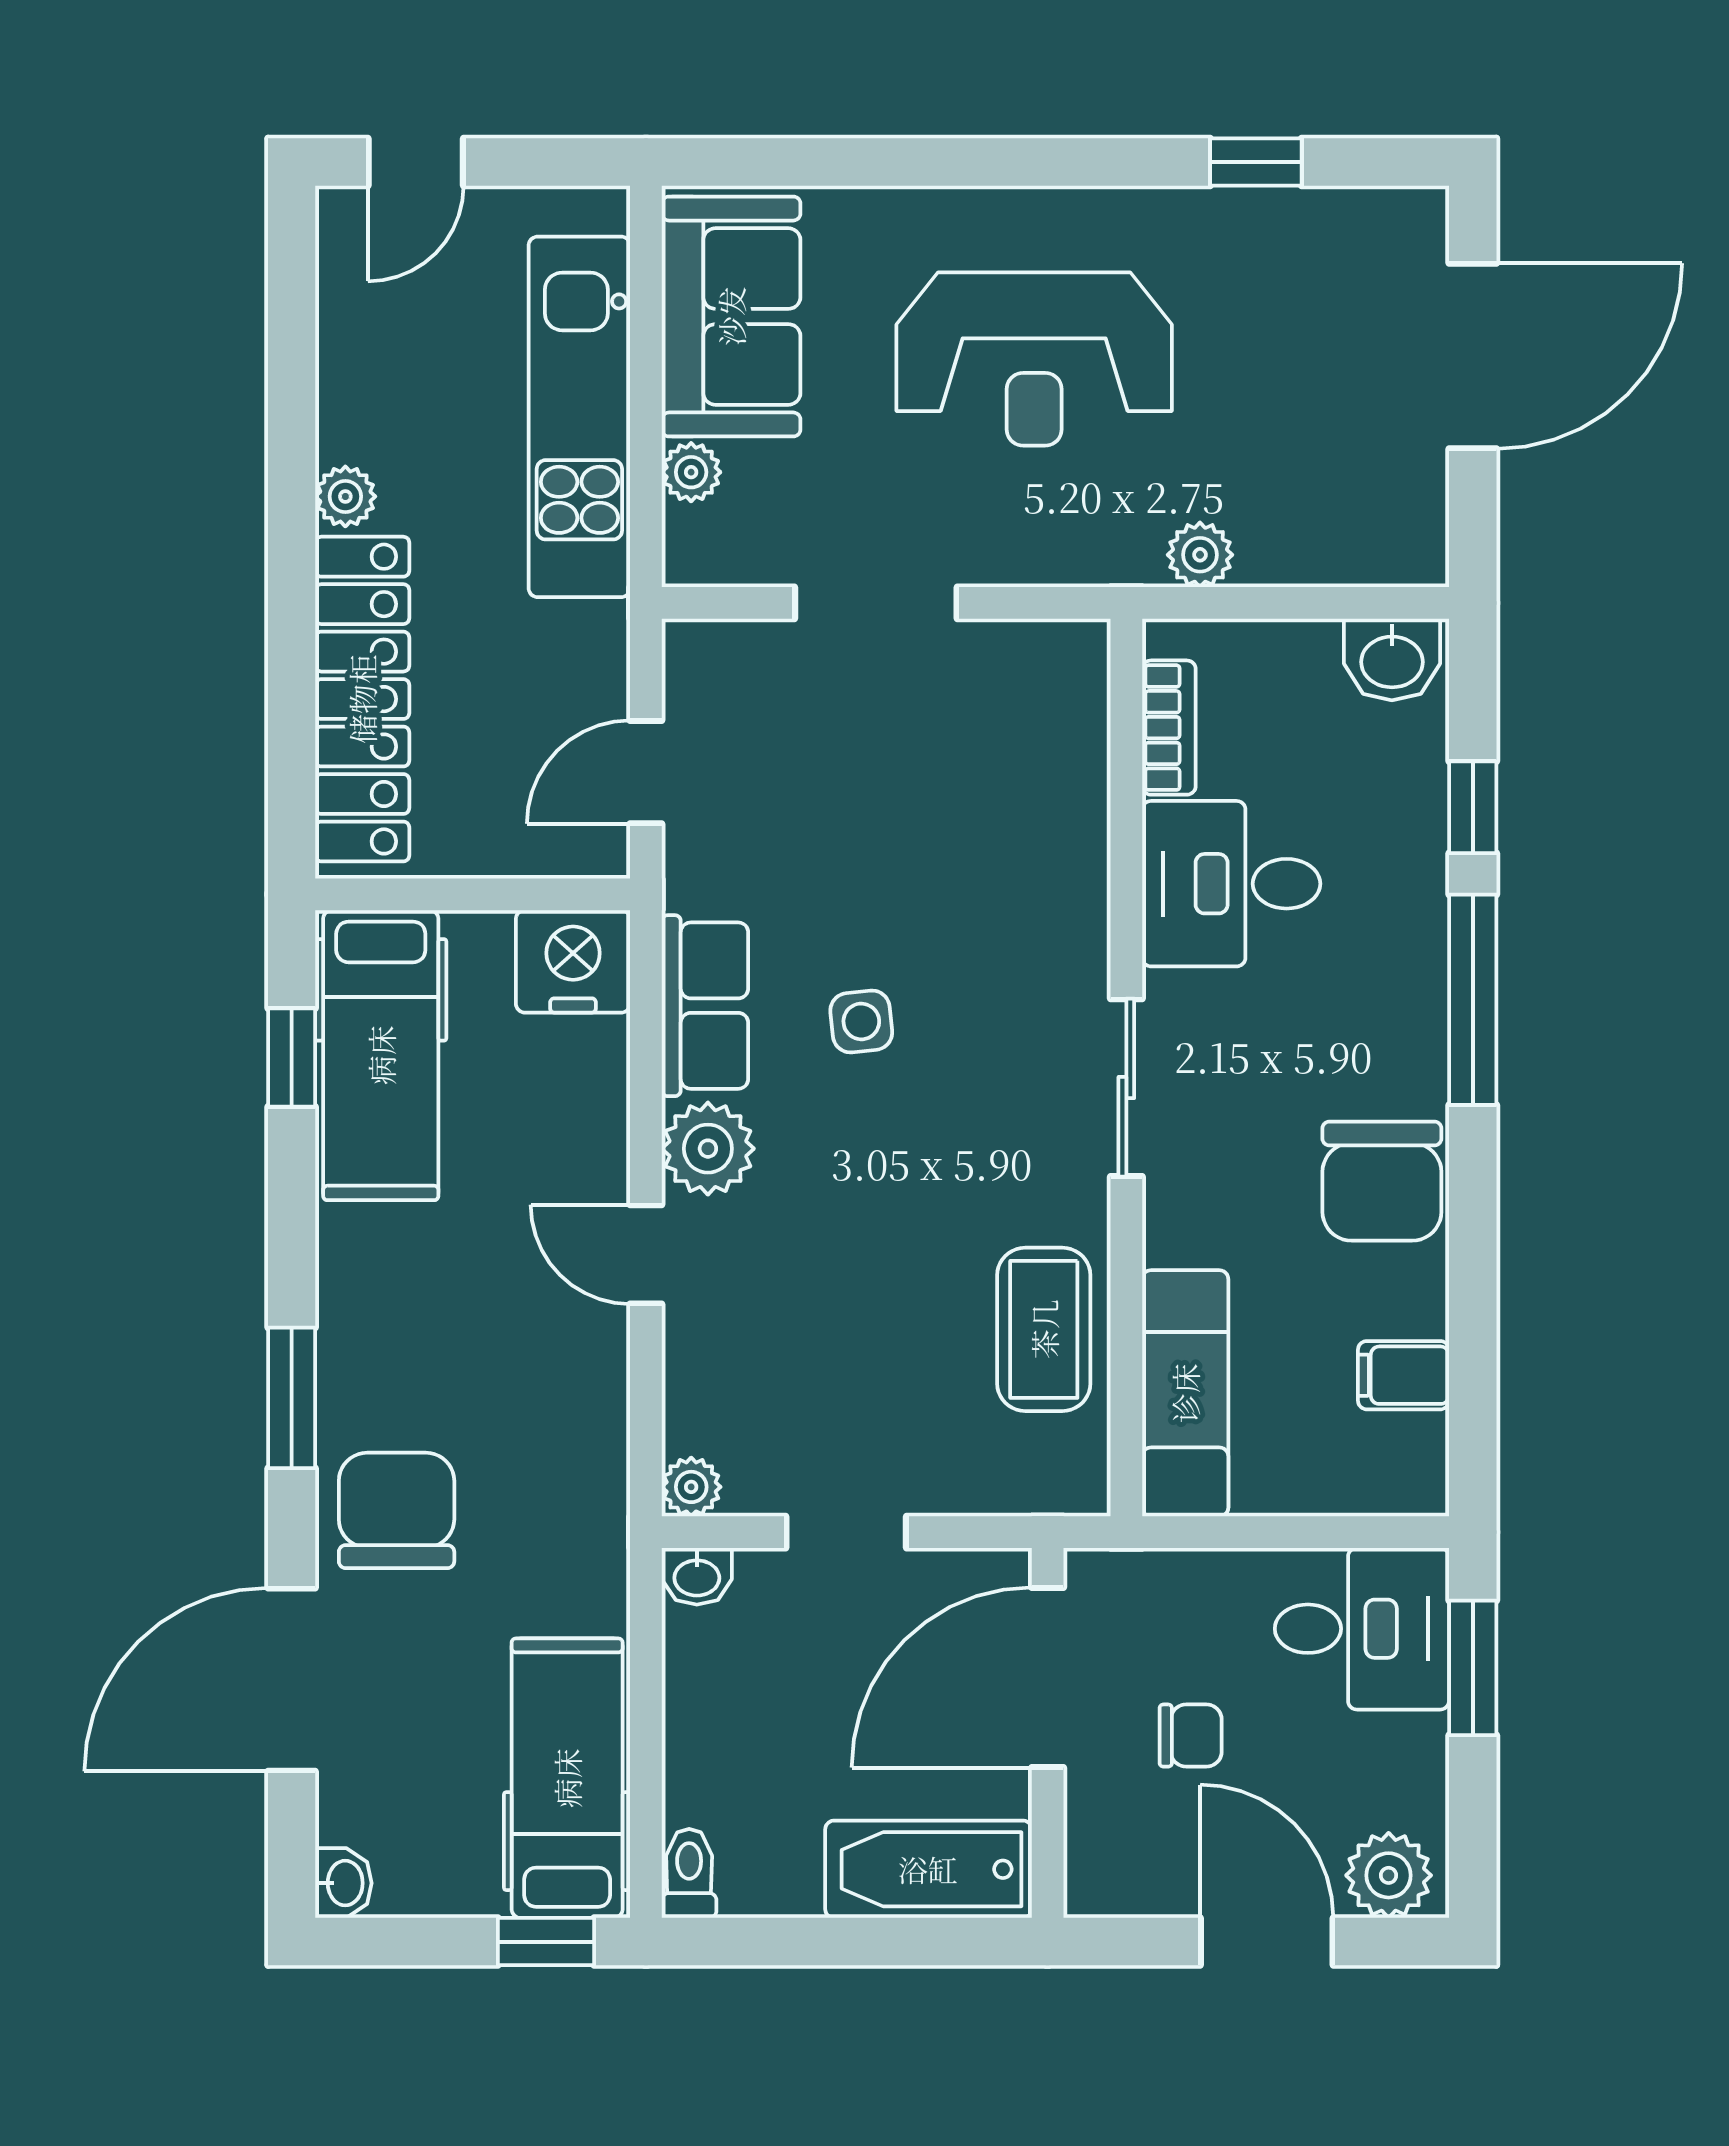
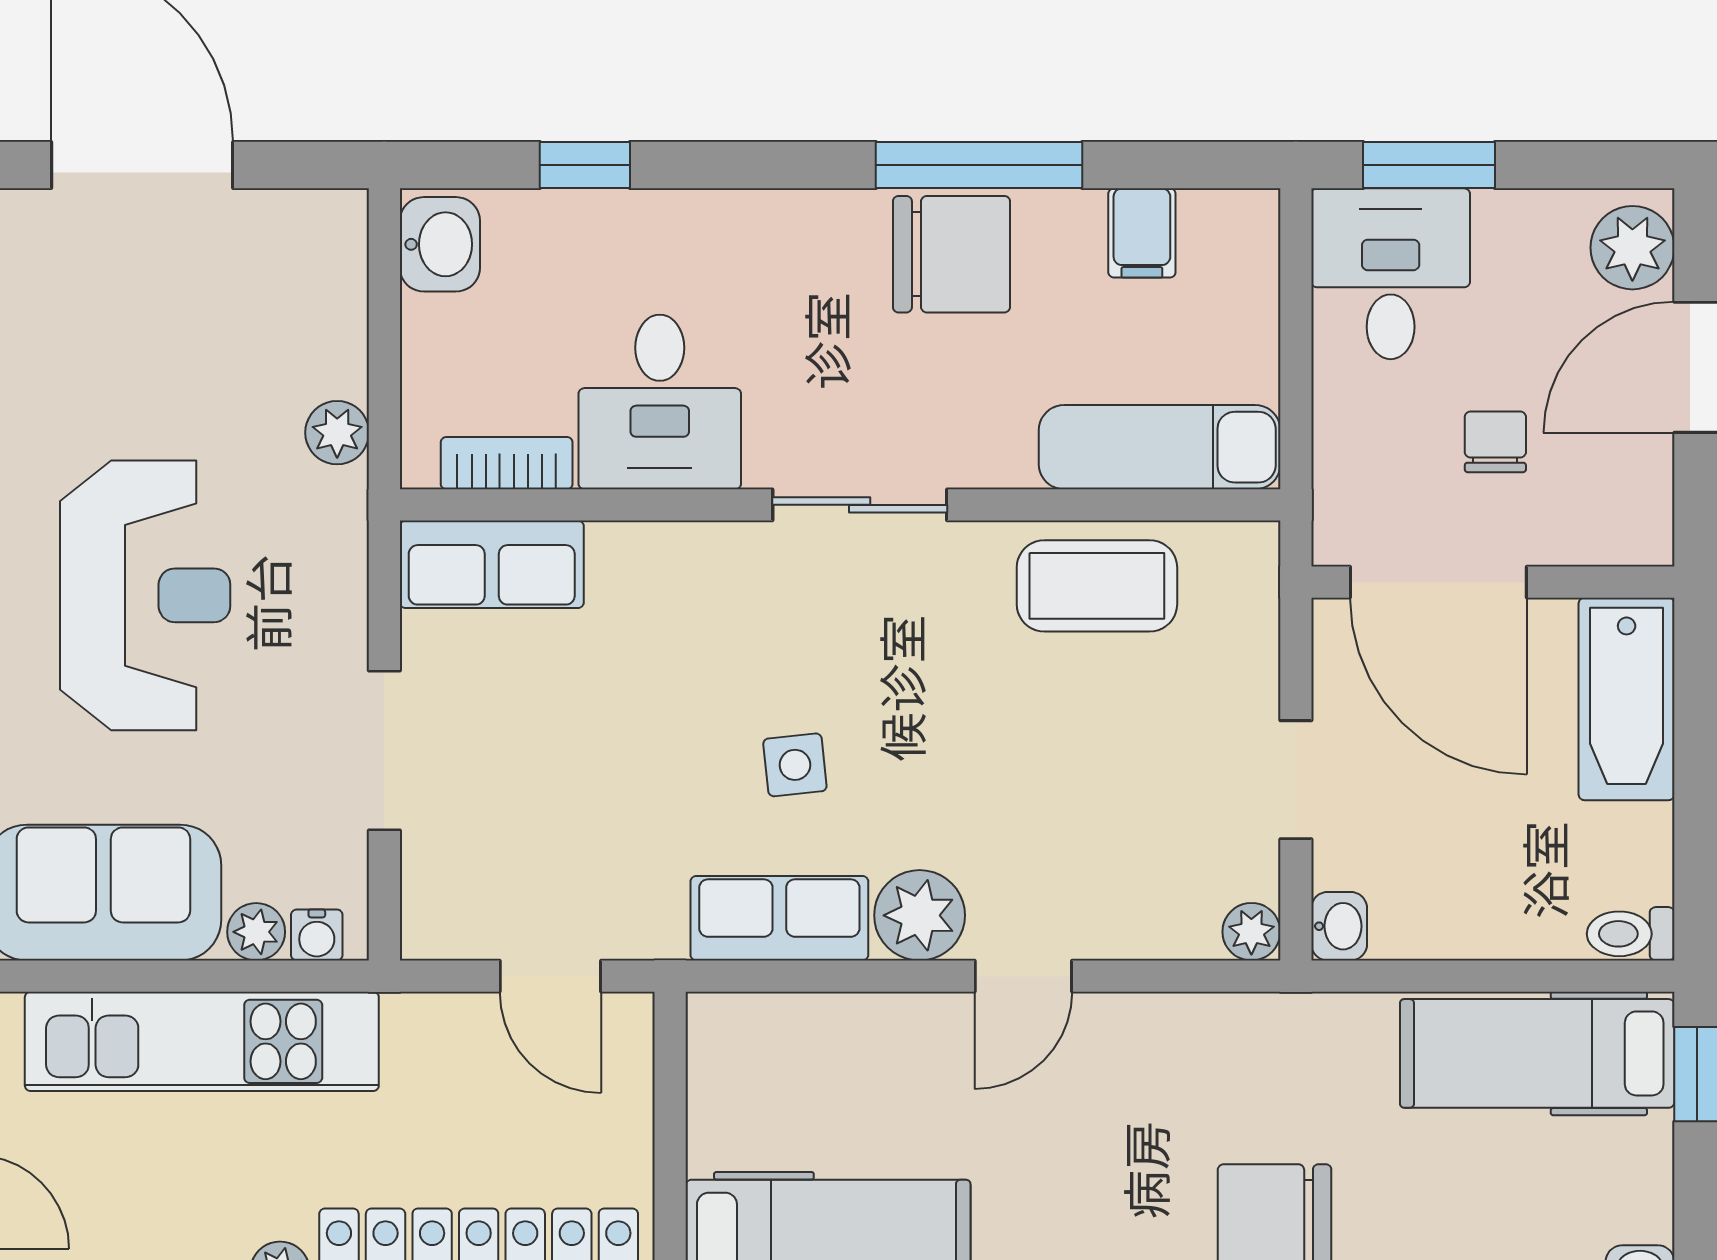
water cooler: (688, 534) -> (317, 935), added
row of seats: (1066, 712) -> (492, 564), added
nightstand: (573, 961) -> (736, 1048), removed
window: (1473, 1000) -> (979, 165), moved

